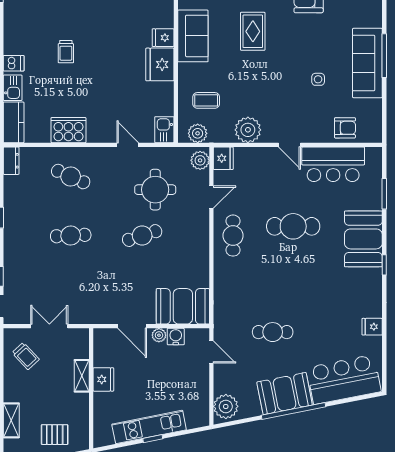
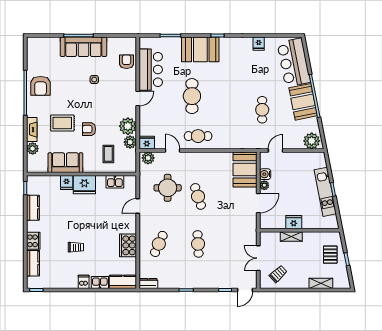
armchair: (244, 71) -> (89, 129), added
kitchen sink: (164, 130) -> (115, 182), moved
plant: (198, 133) -> (130, 142), moved

